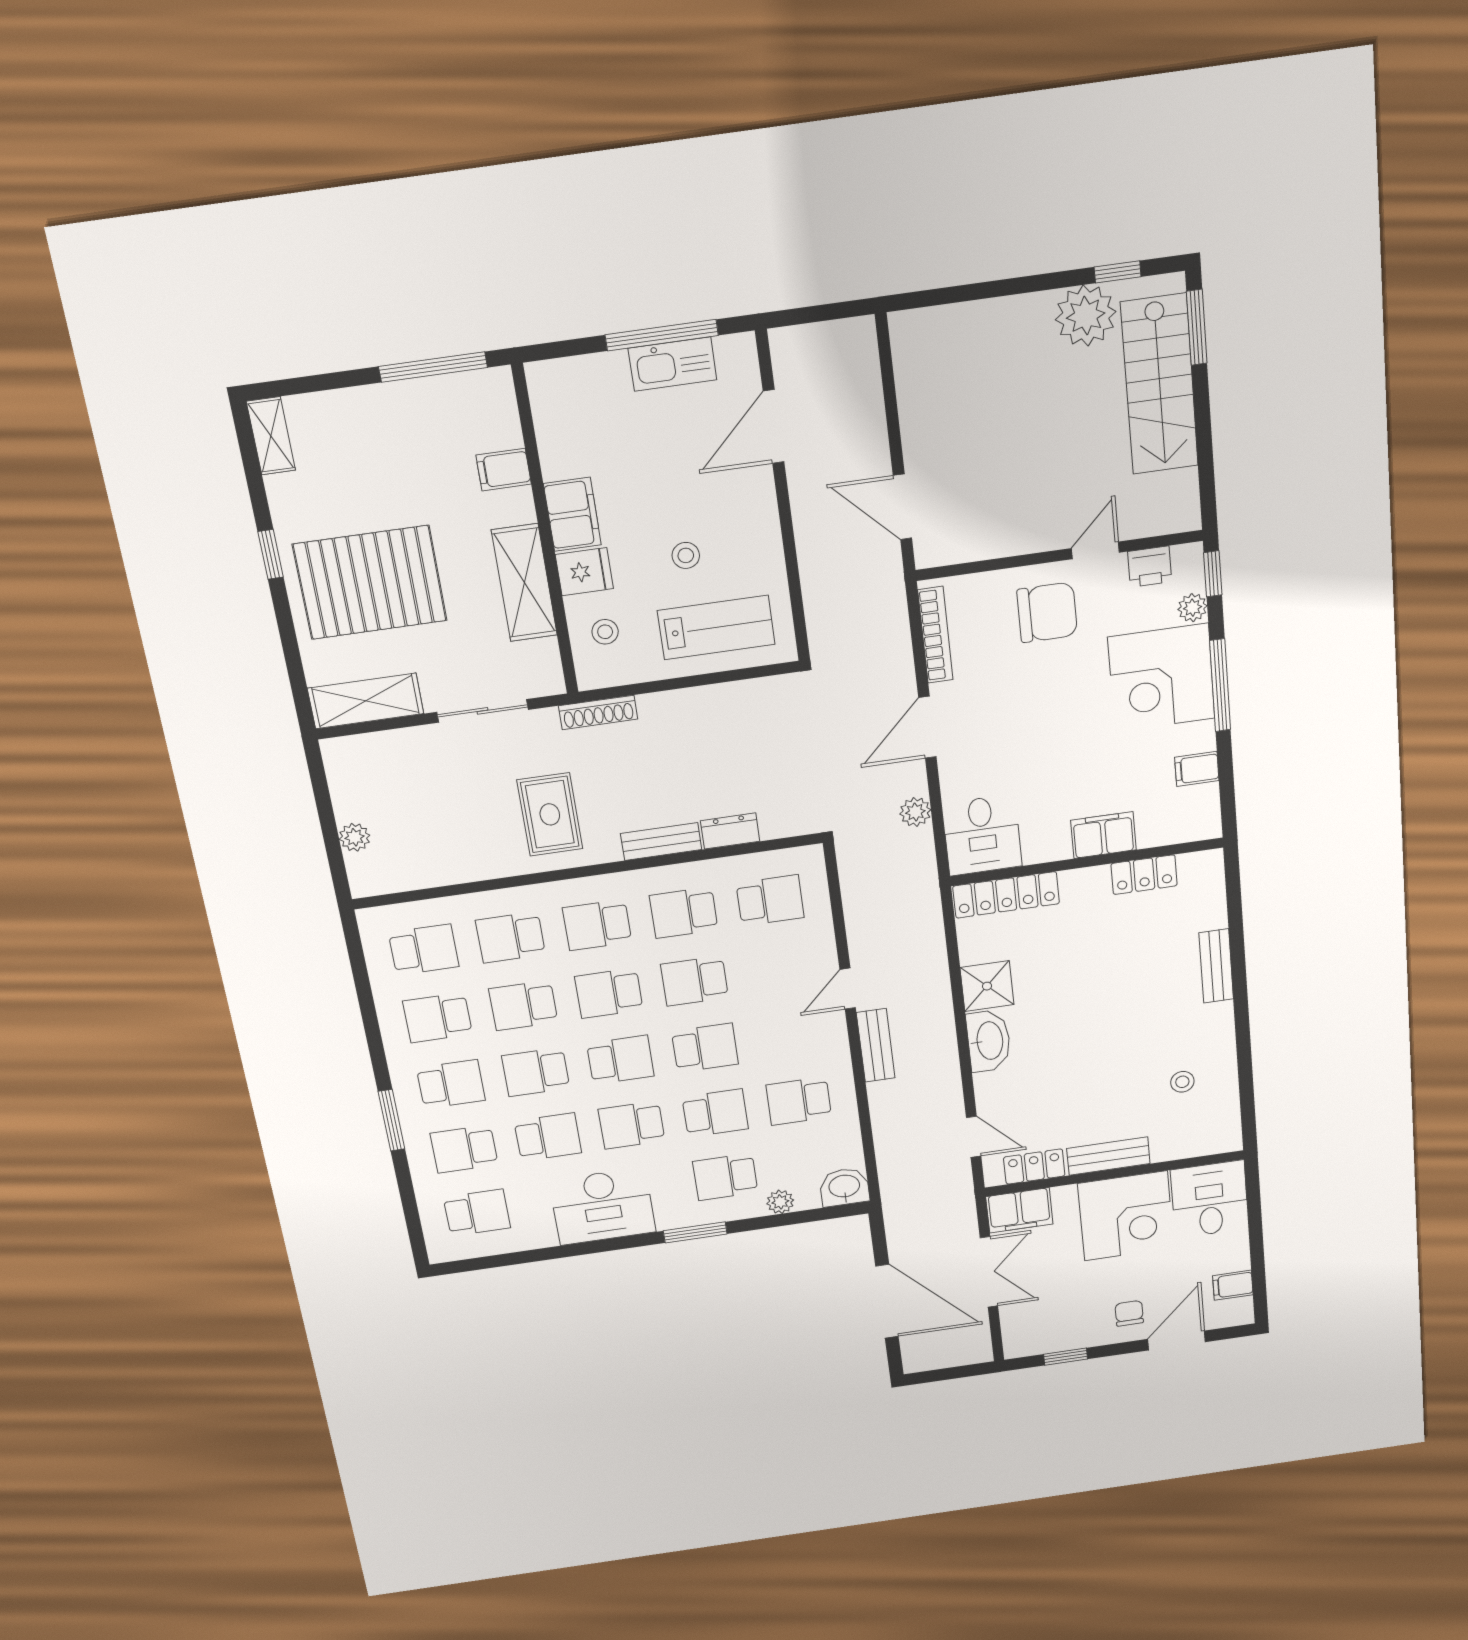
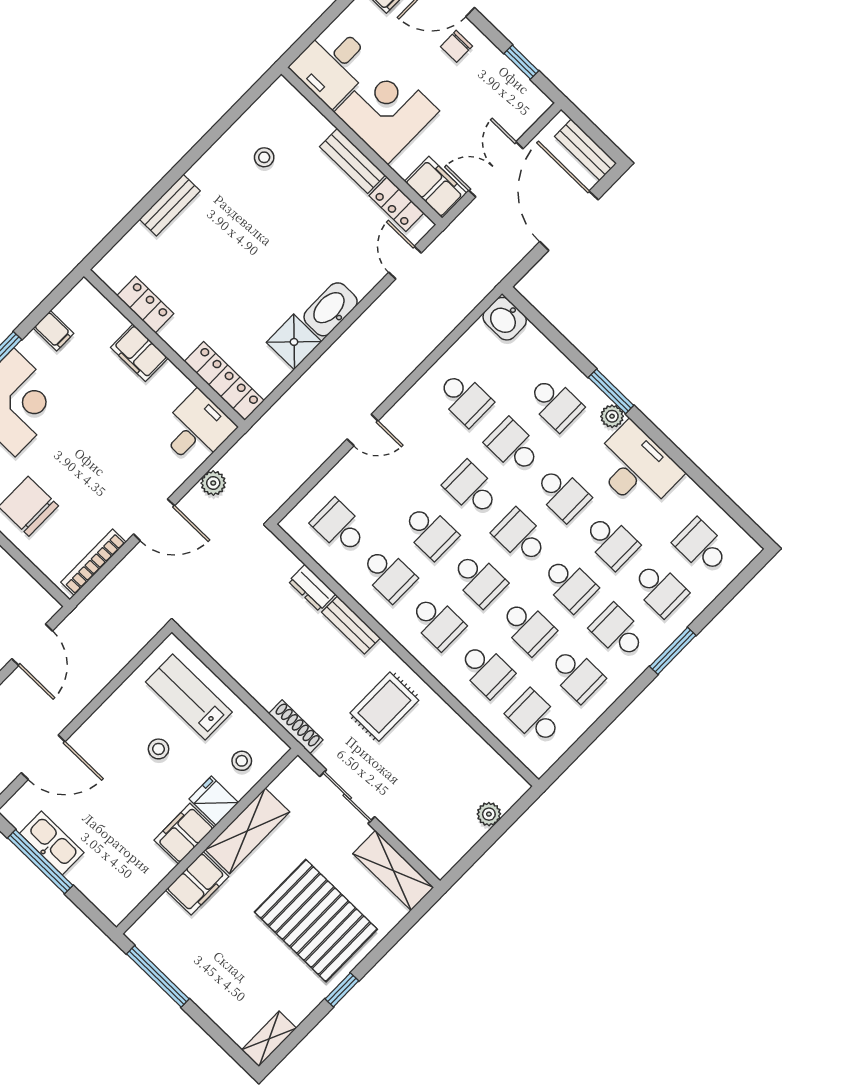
filing cabinet: (504, 470) -> (197, 883), width x2.00
bench: (876, 1045) -> (586, 150), moved, turned 90
school desk: (548, 1137) -> (611, 541), turned 180
plant: (780, 1202) -> (612, 416), moved

